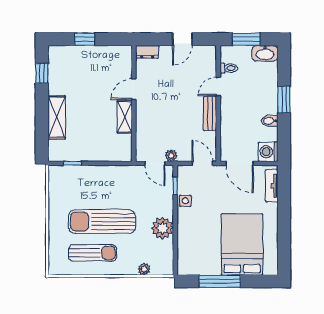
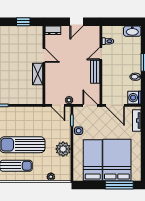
window: (85, 39) -> (23, 22), moved
window: (246, 39) -> (120, 22), removed
door: (134, 89) -> (44, 55), swing flipped
bed: (206, 245) -> (93, 160), added
window: (220, 281) -> (119, 185), moved

